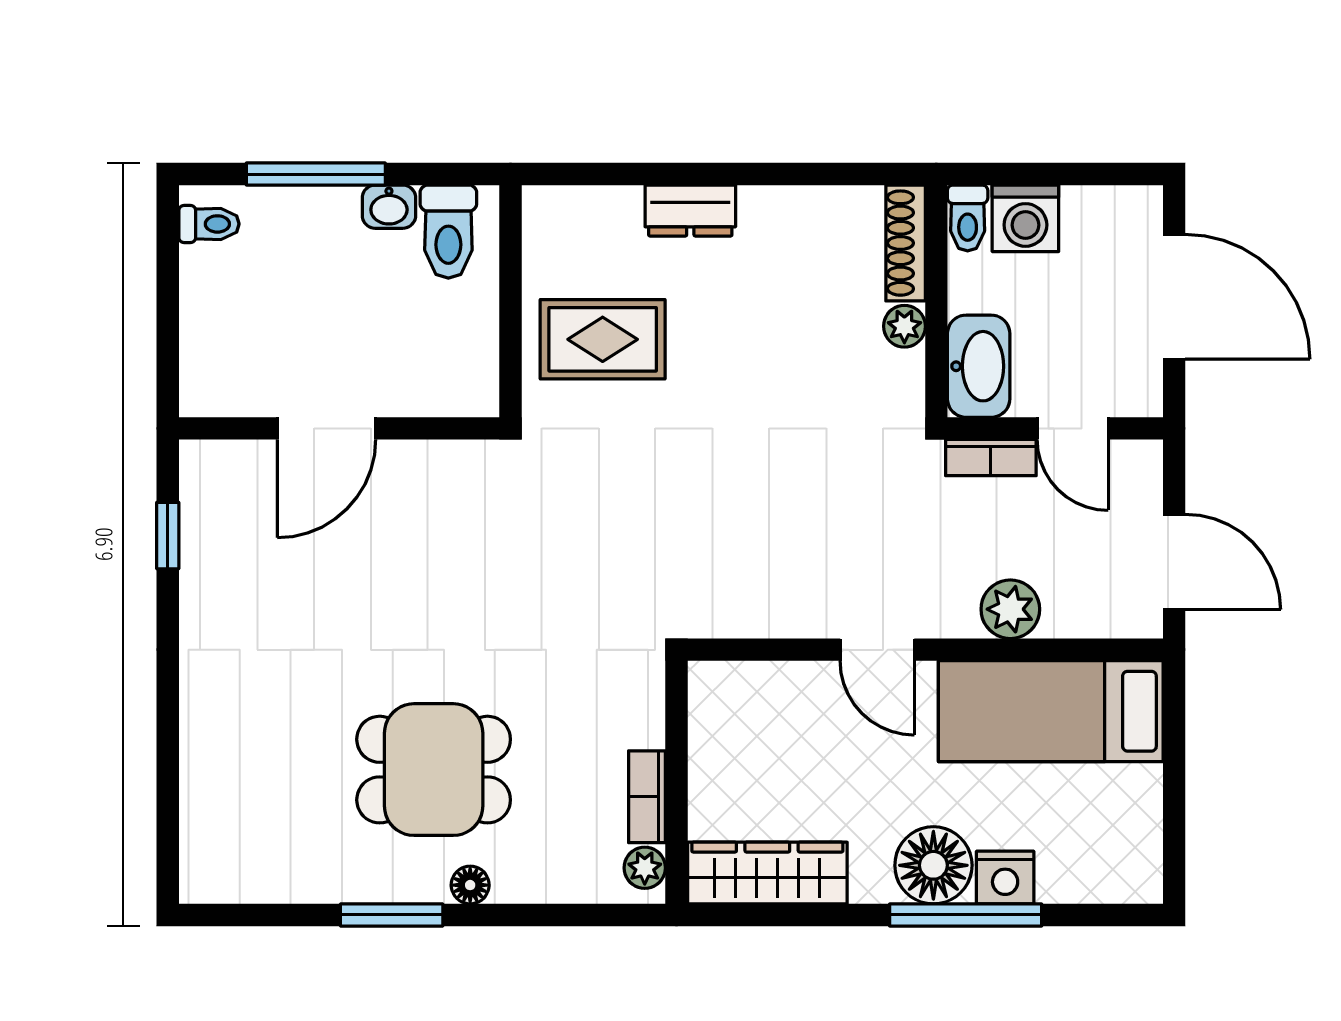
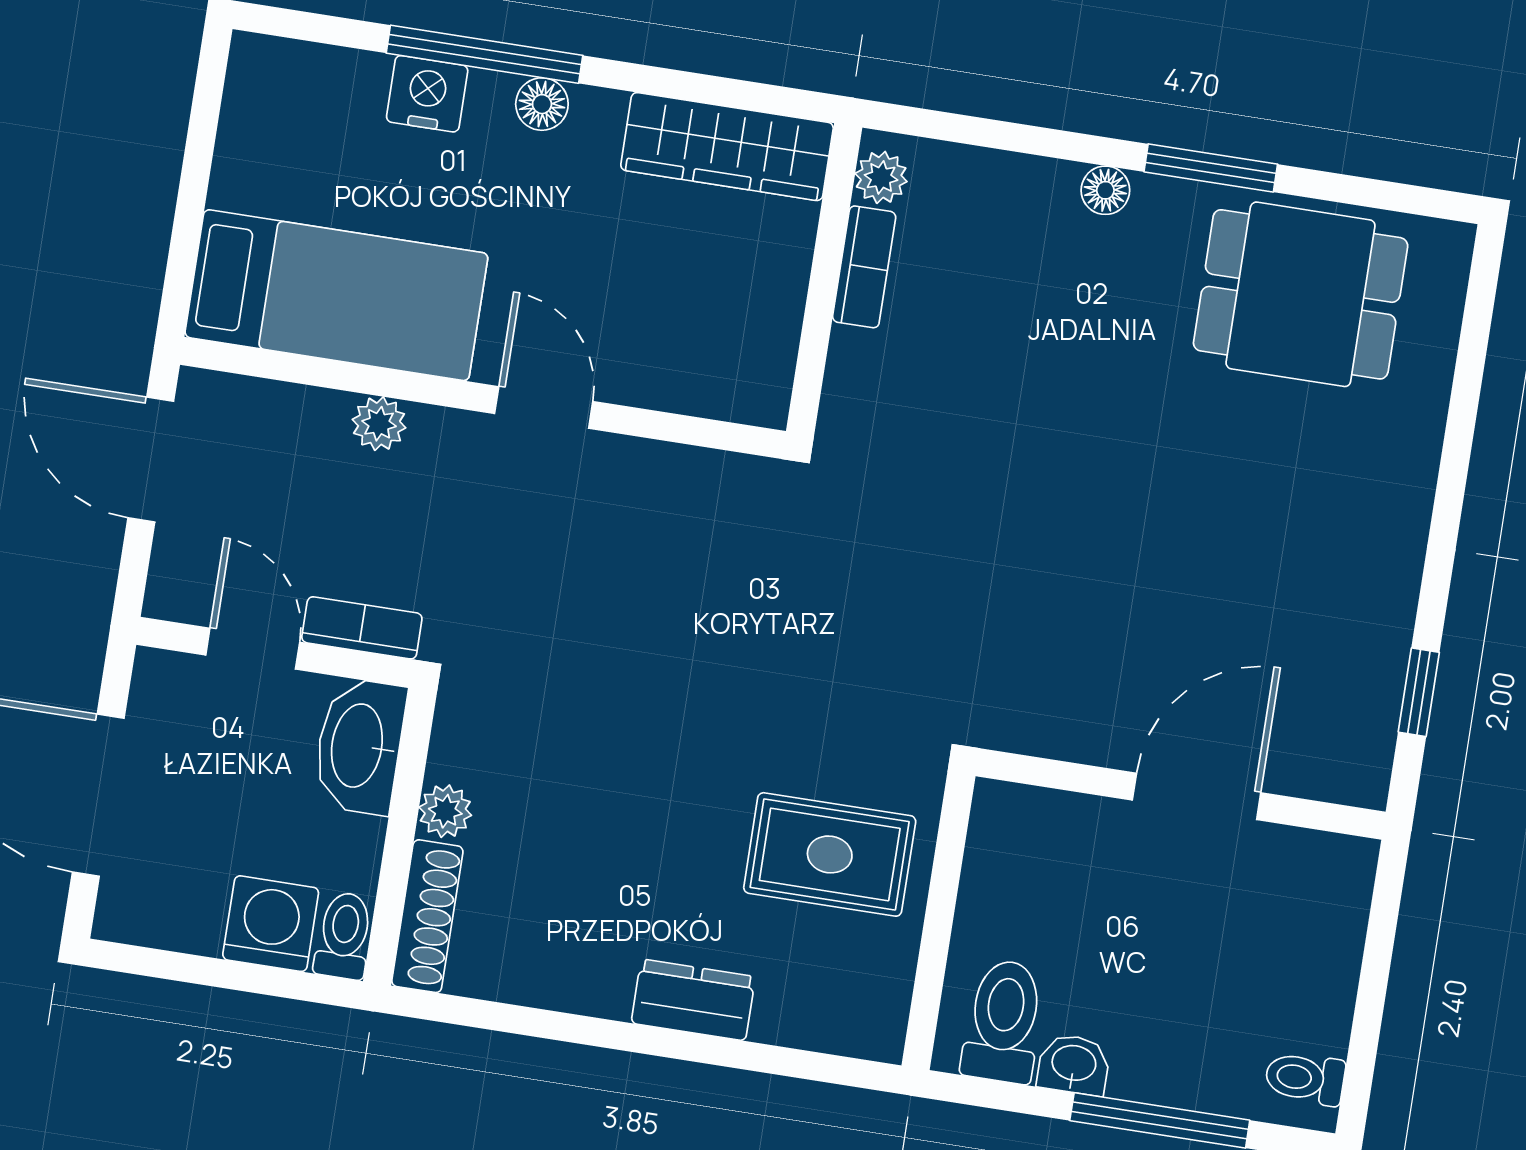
plant: (1010, 609) -> (379, 424), width x0.73, depth x0.73
dining table: (434, 770) -> (1301, 294), moved
floor lamp: (933, 865) -> (542, 104), width x0.53, depth x0.53

